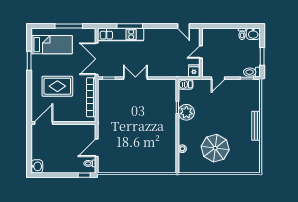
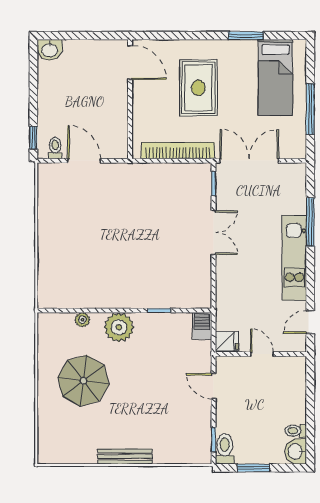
kitchen unit: (121, 34) -> (294, 258), moved
plant: (186, 112) -> (119, 327), moved

